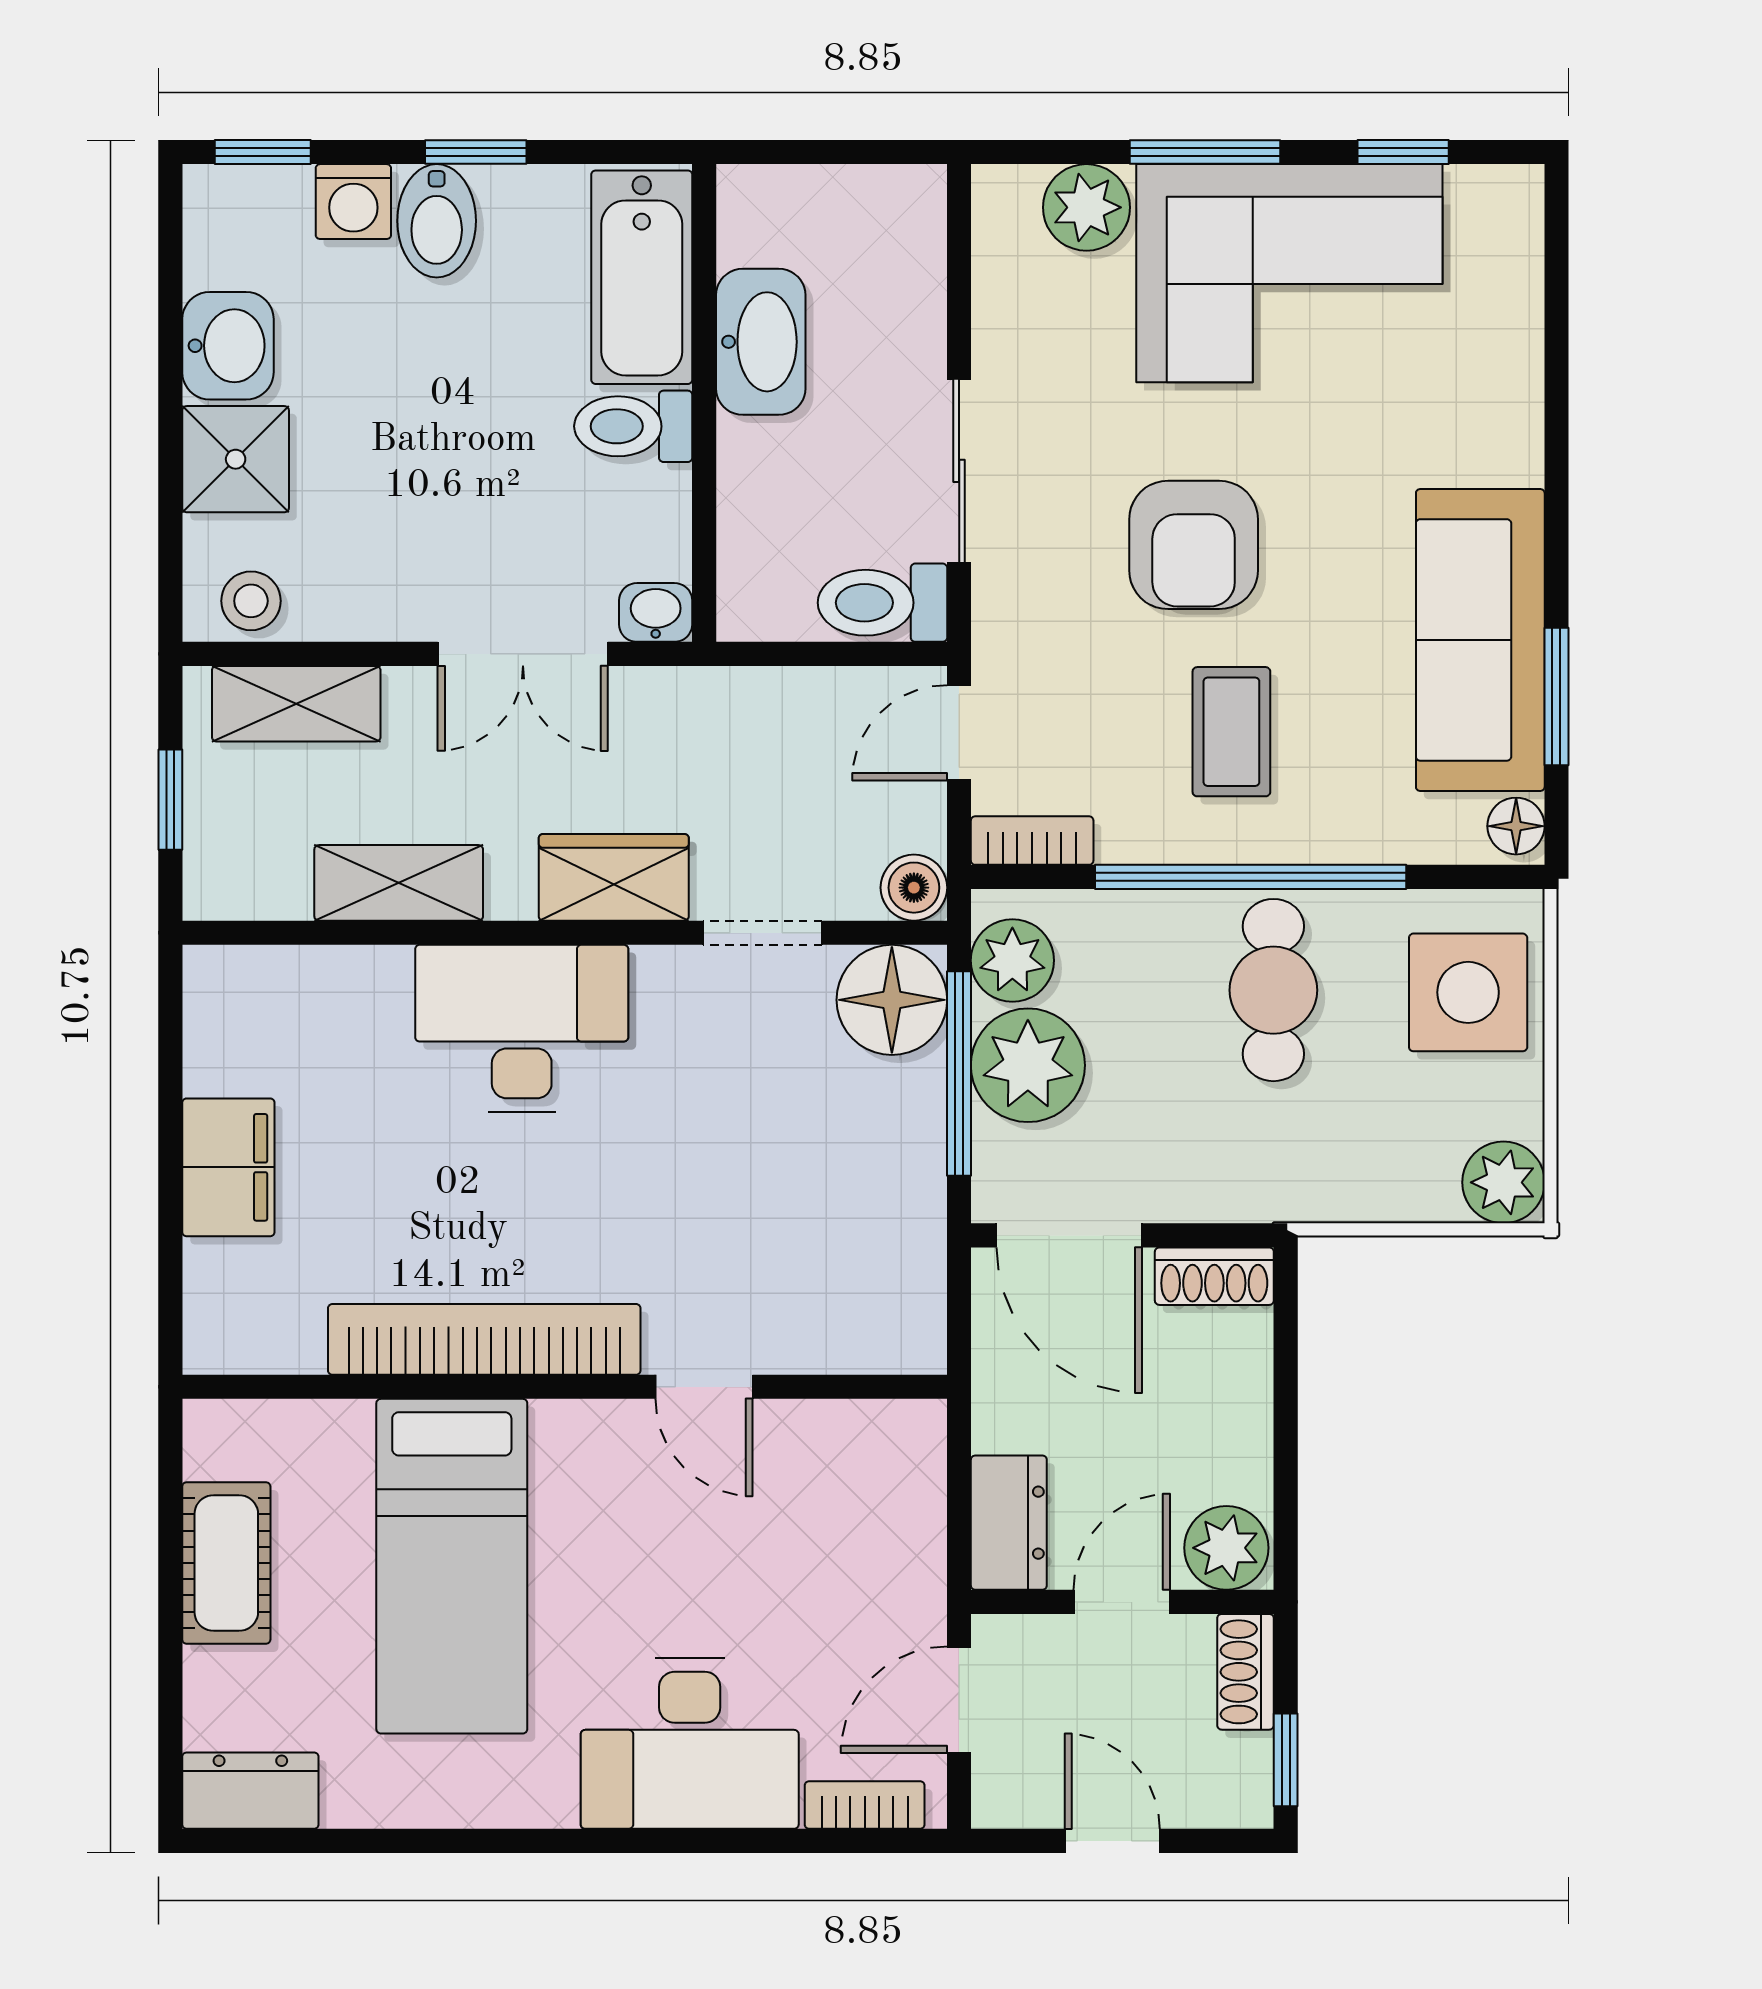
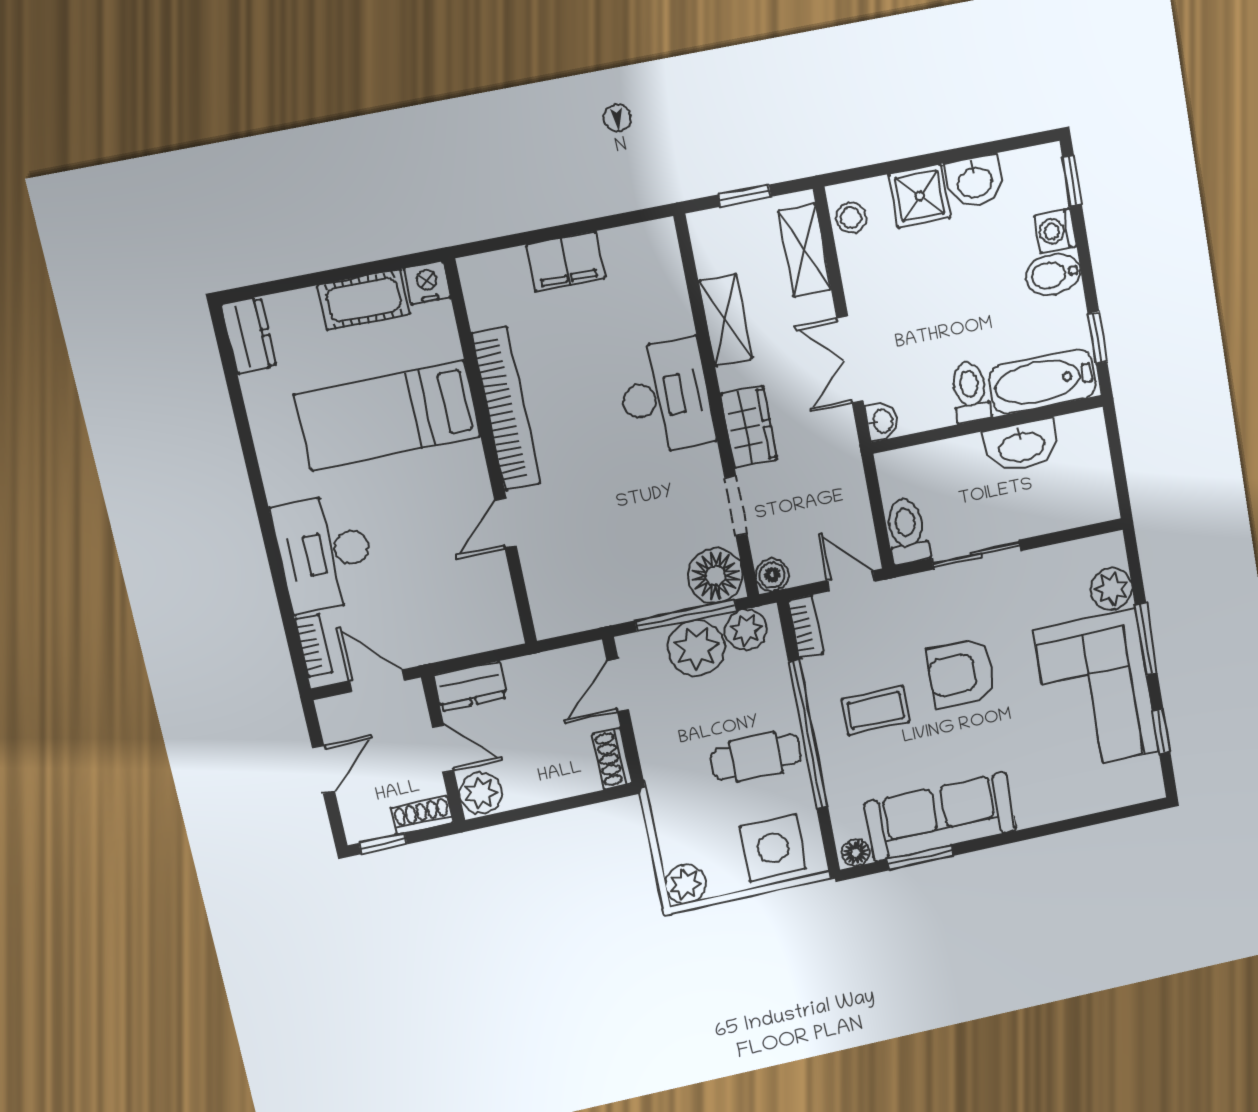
window: (476, 152) -> (1097, 338), moved
door: (1069, 1235) -> (618, 685), width x0.73
nightstand: (218, 1437) -> (427, 283), added

